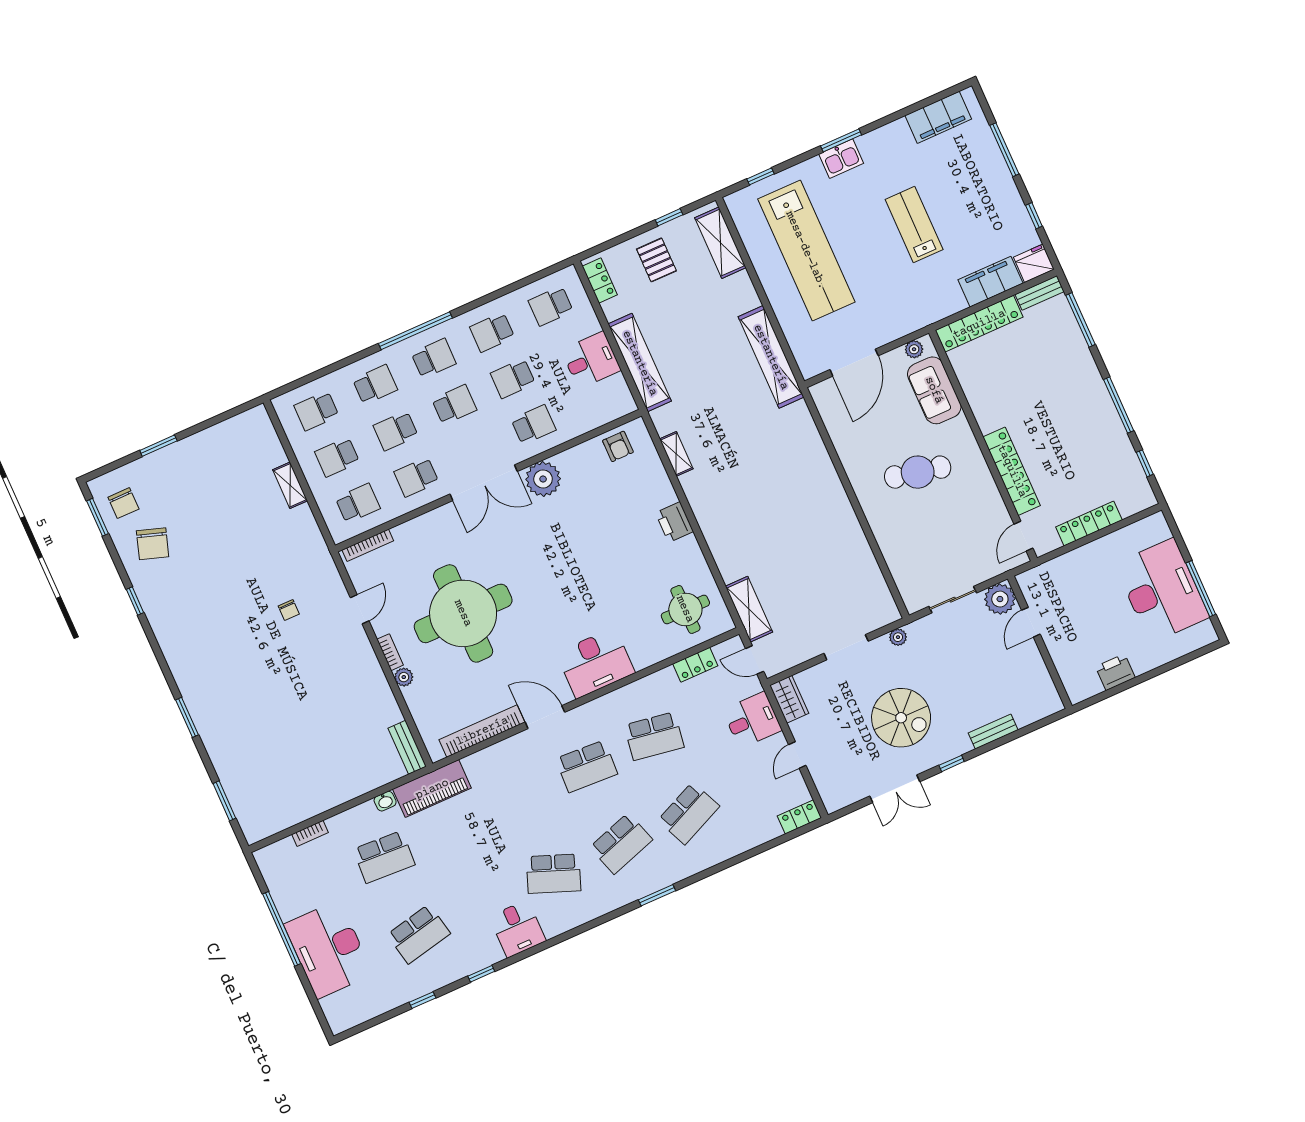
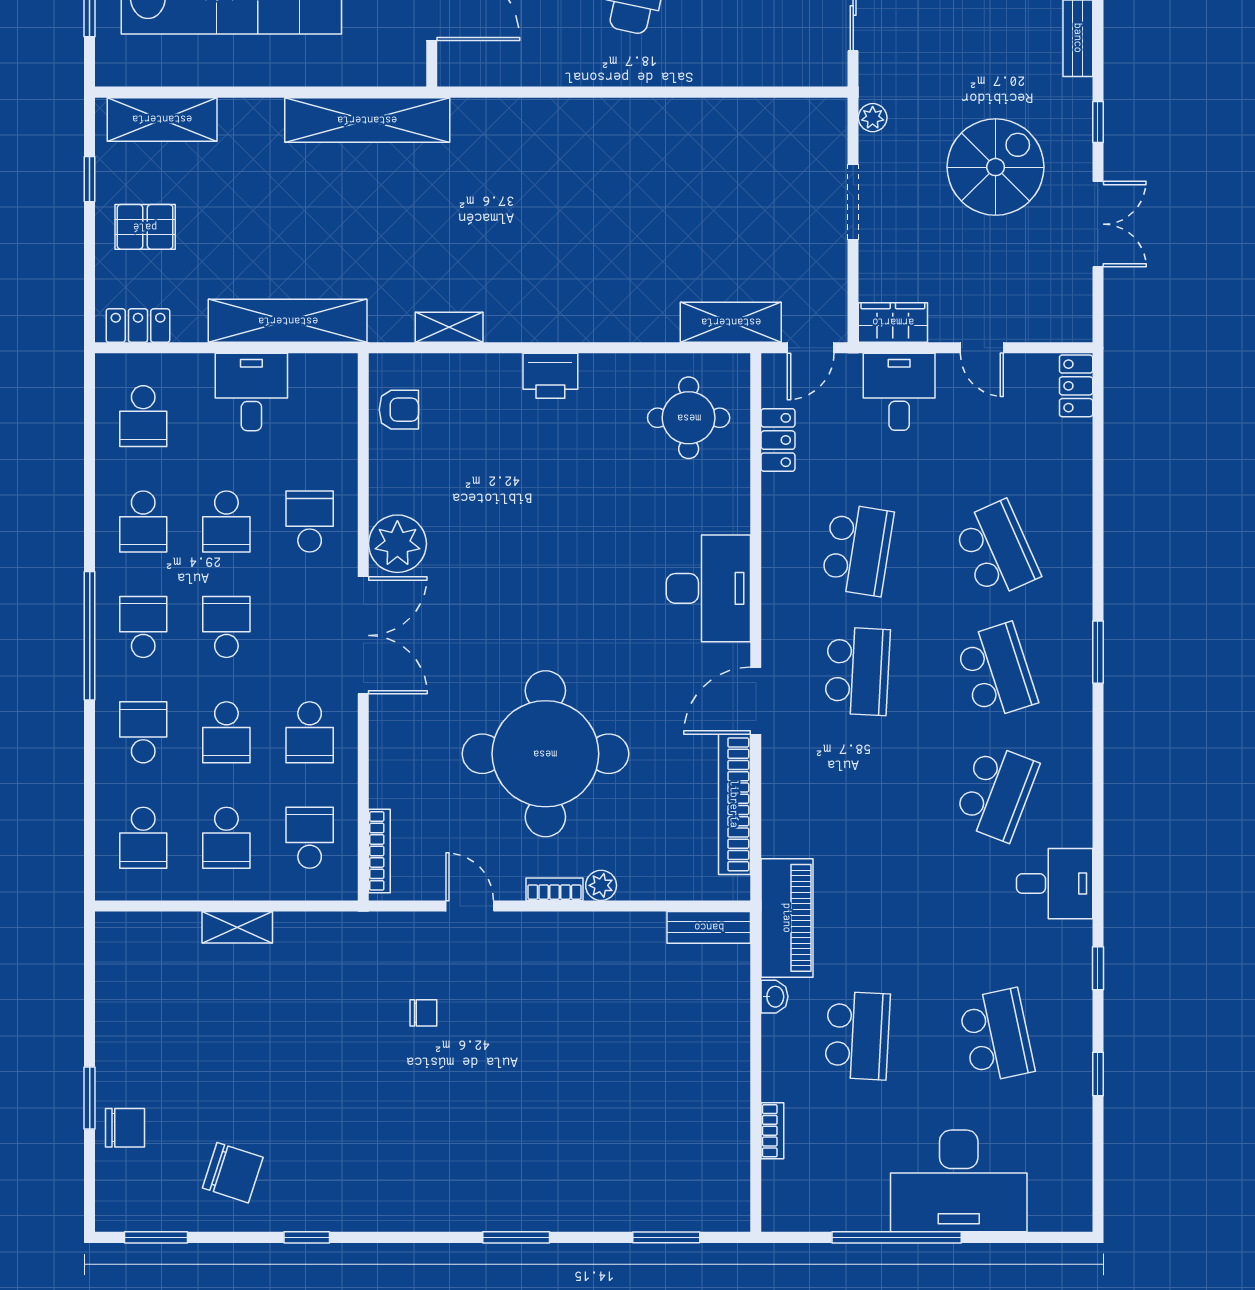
chair: (123, 503) -> (125, 1128), moved

